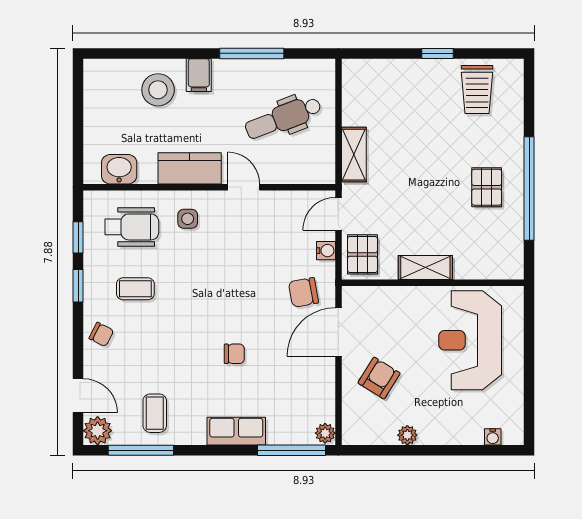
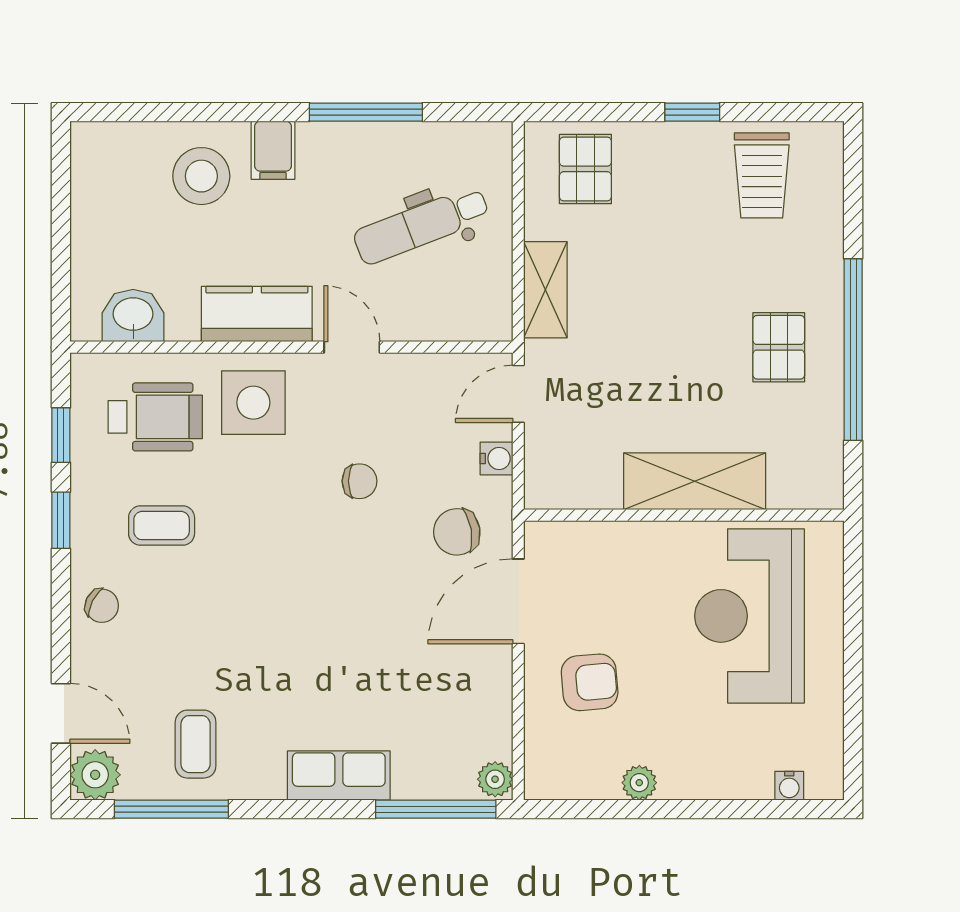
side table: (188, 219) -> (253, 403), width x1.87, depth x1.87
pallet: (362, 254) -> (585, 169), moved
shelving: (425, 268) -> (695, 481), width x1.50, depth x1.33
chair: (234, 354) -> (359, 481), moved
armchair: (379, 378) -> (590, 682), turned 53

